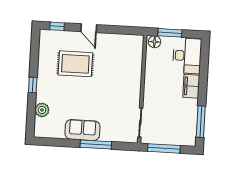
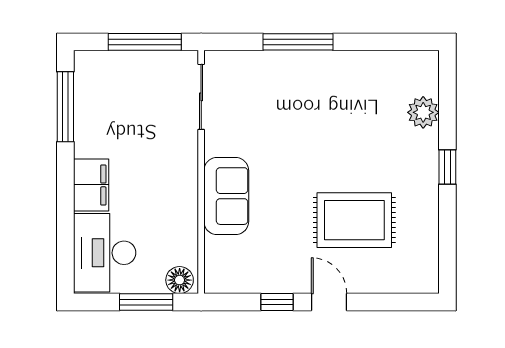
window: (57, 26) -> (277, 302), moved
sofa: (82, 130) -> (226, 196), moved, turned -90

